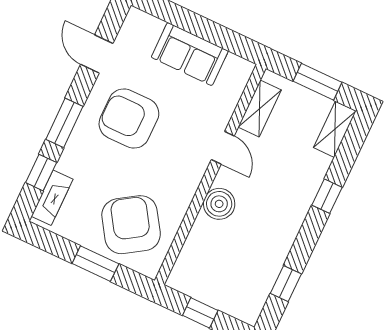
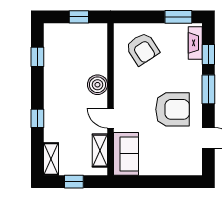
sofa: (190, 54) -> (126, 154), moved, turned 90
window: (318, 82) -> (74, 182), width x0.67
armchair: (131, 225) -> (143, 49), width x0.73, depth x0.73
window: (95, 264) -> (178, 17), moved

